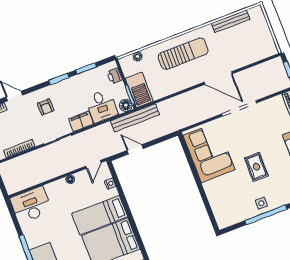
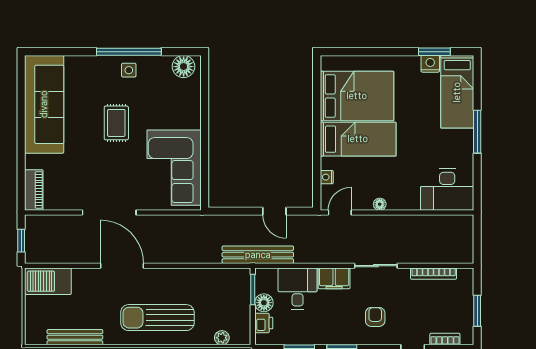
barbecue: (139, 90) -> (48, 281), moved, turned -90
floor lamp: (126, 105) -> (264, 303), moved
floor lamp: (228, 219) -> (184, 67), added

